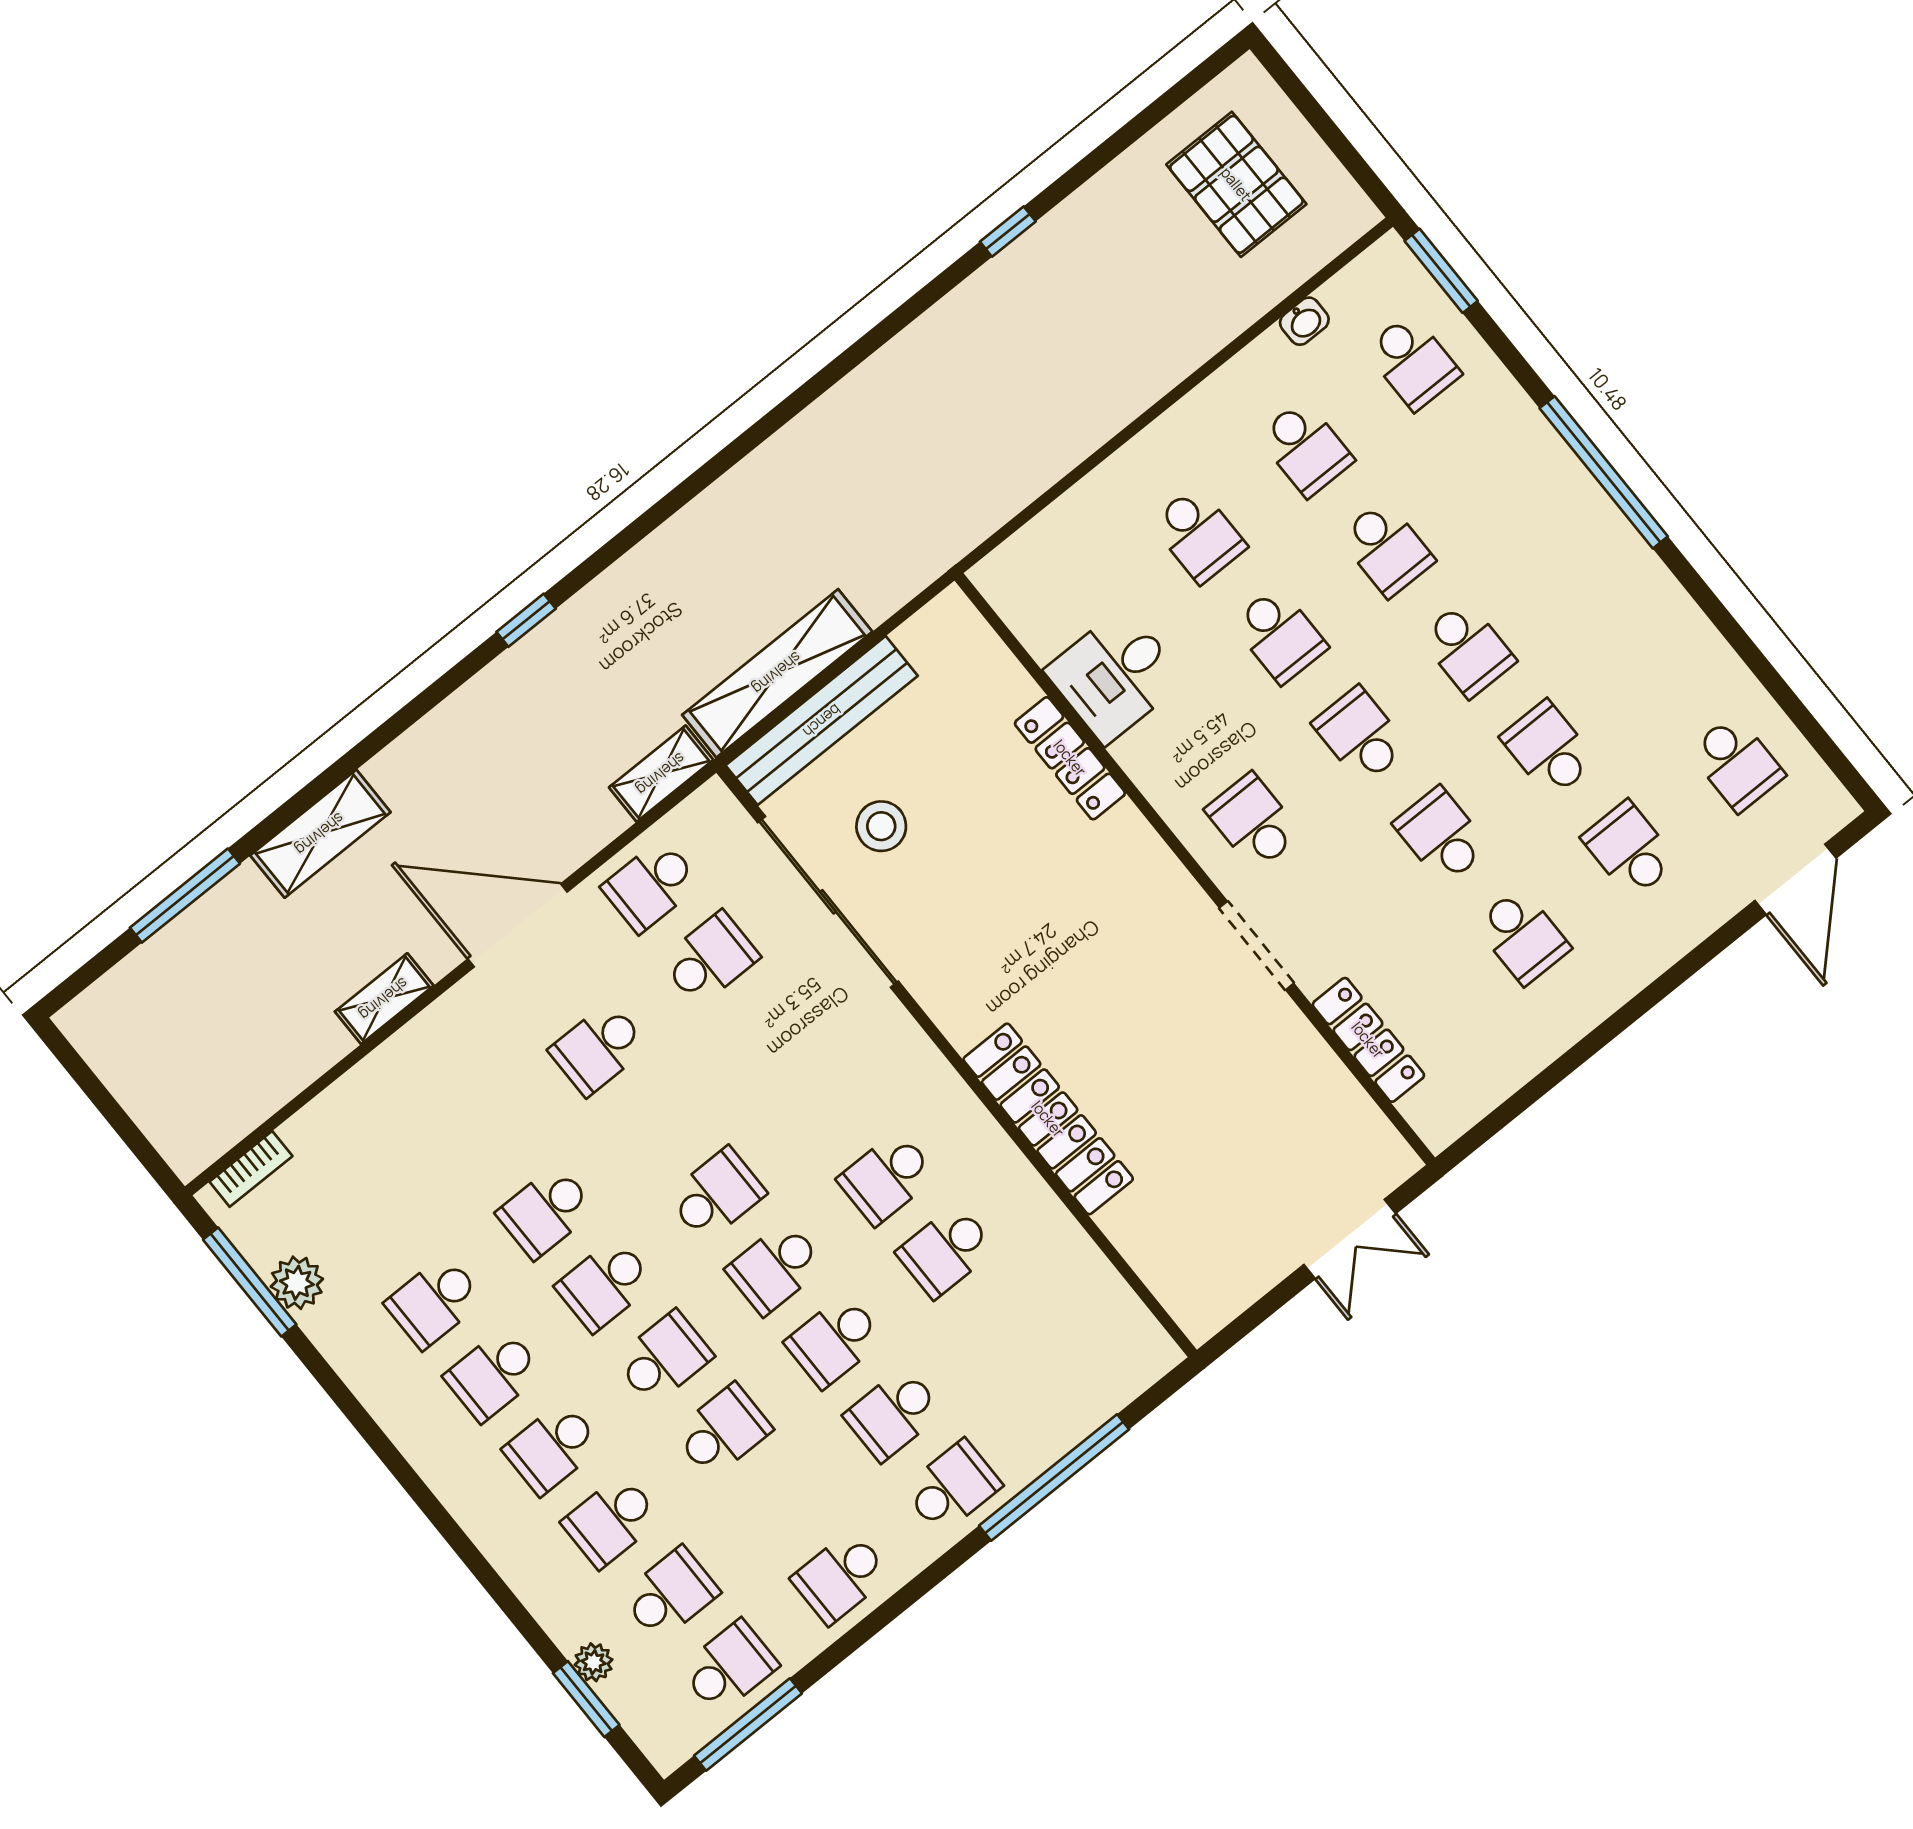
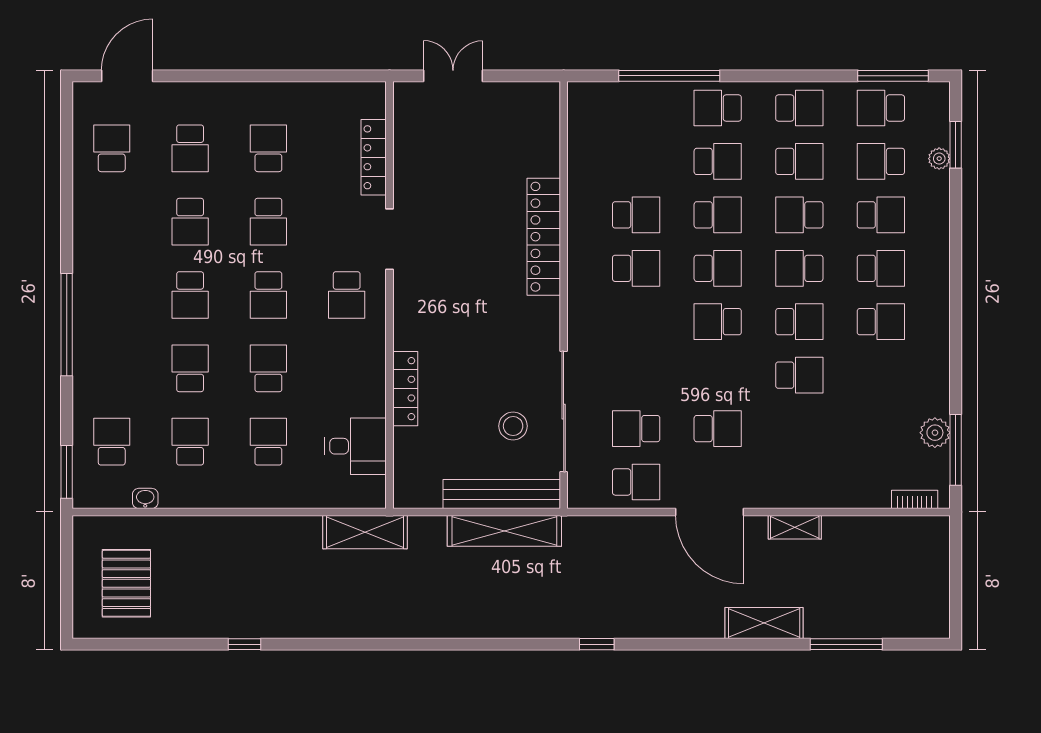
school desk: (1468, 649) -> (190, 295), turned 180
desk: (1115, 675) -> (356, 446), moved
shelving: (661, 774) -> (365, 532), moved, width x1.50, depth x1.33
school desk: (434, 1302) -> (799, 161), moved

